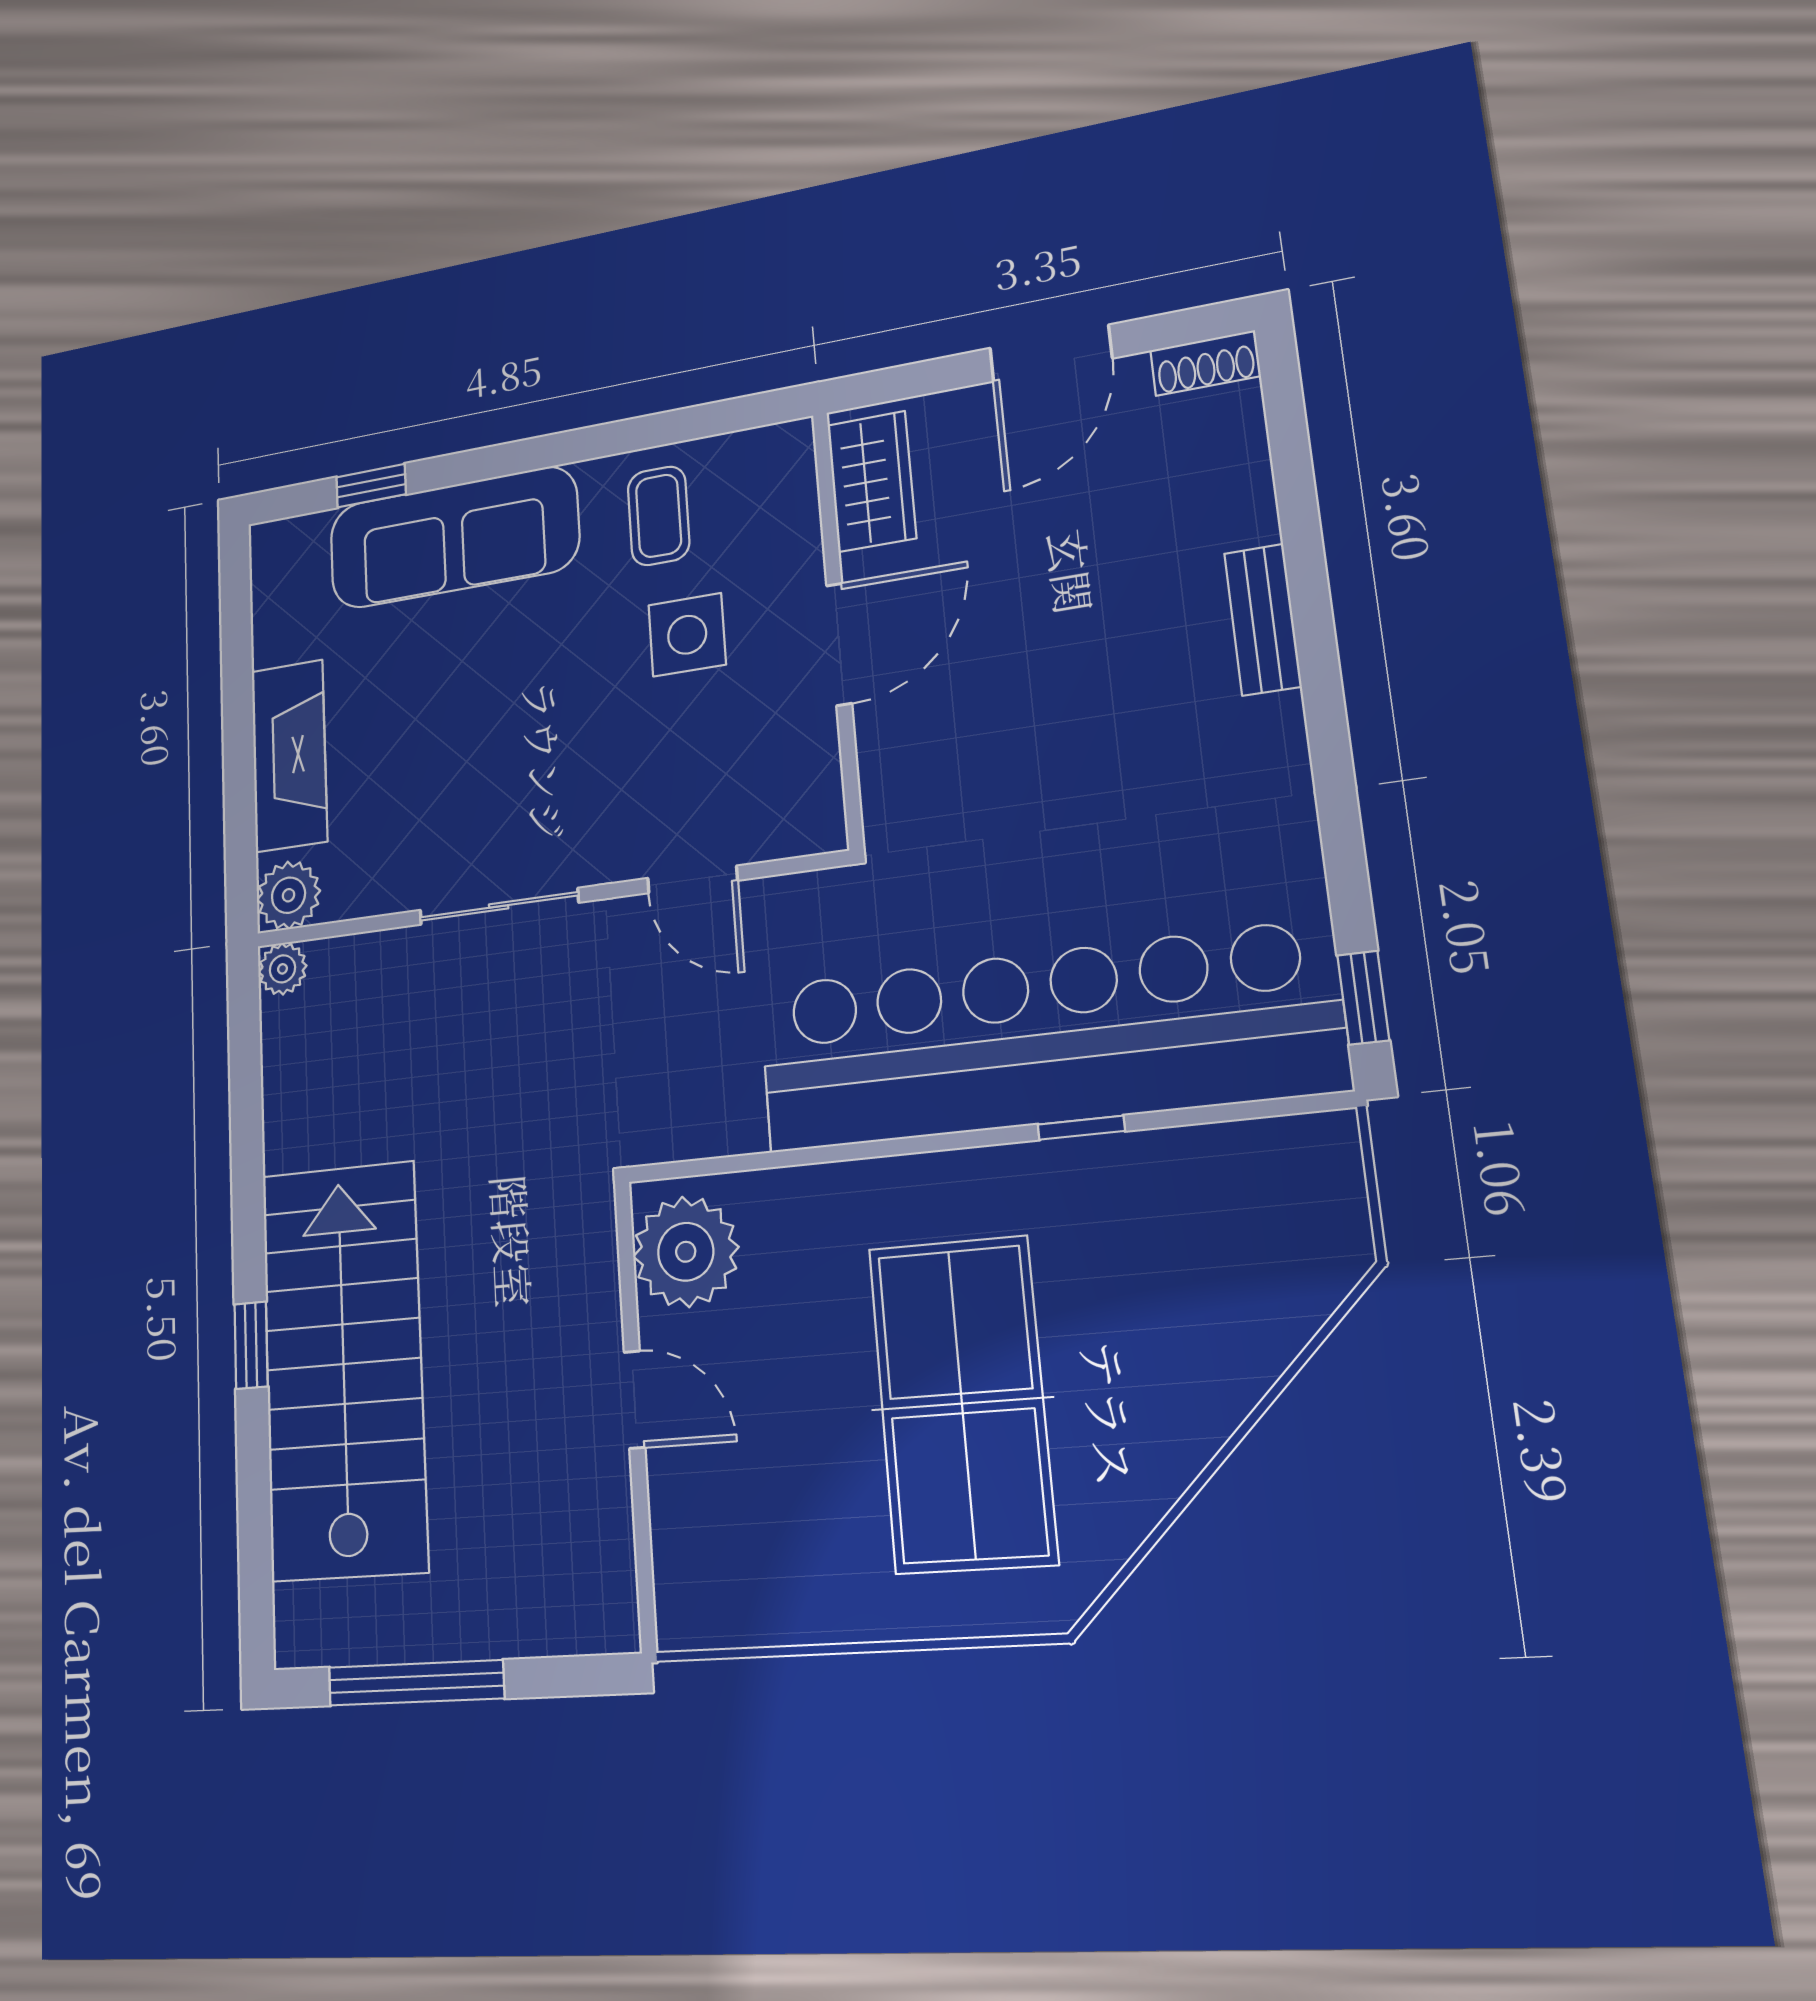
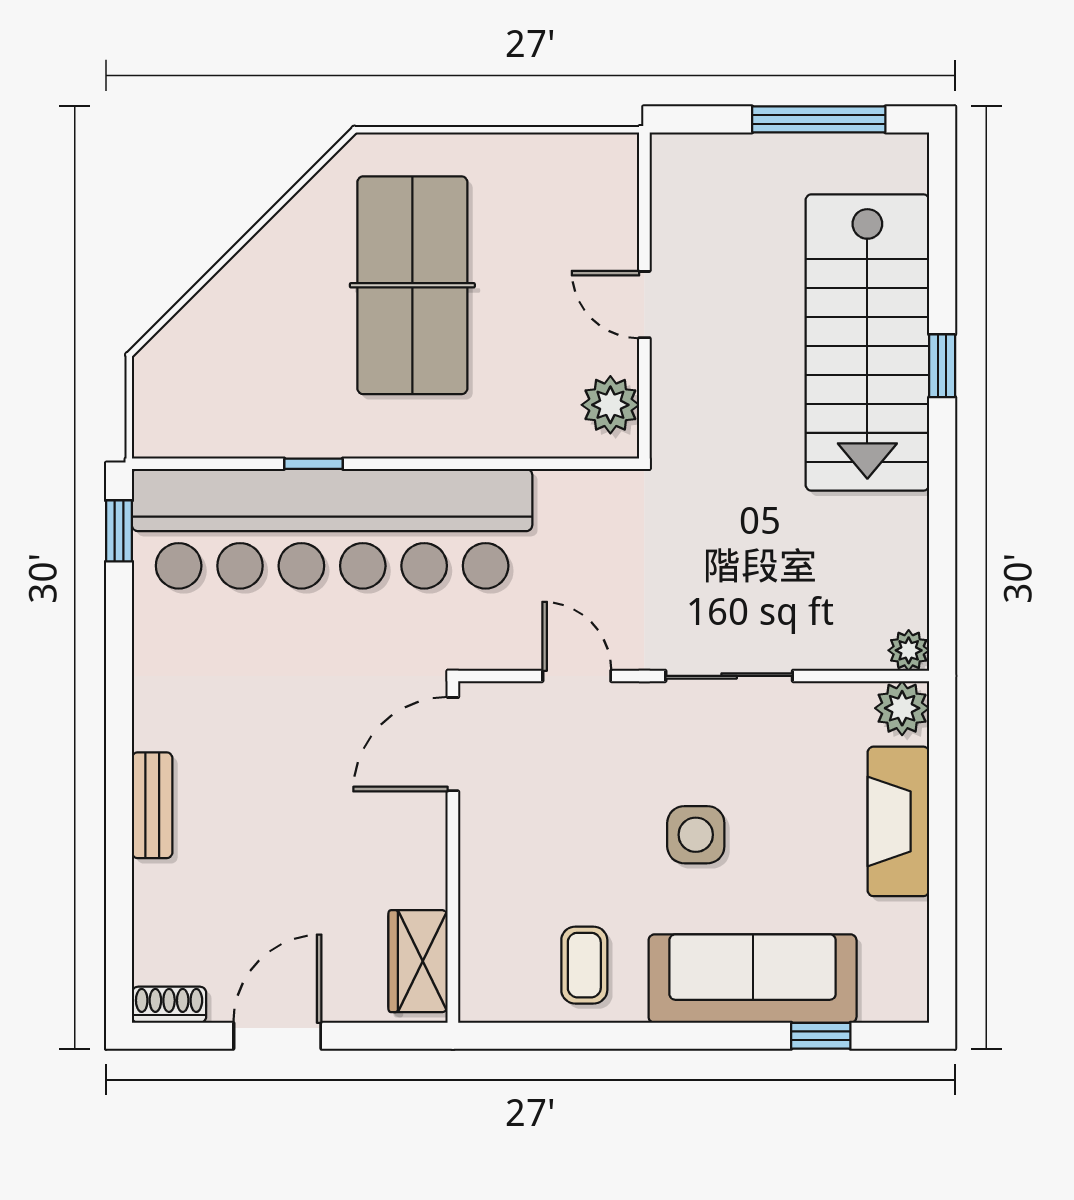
side table: (687, 635) -> (696, 835), moved
door: (839, 644) -> (453, 744), moved
plant: (686, 1252) -> (610, 405), width x0.73, depth x0.73

